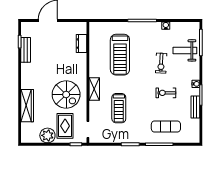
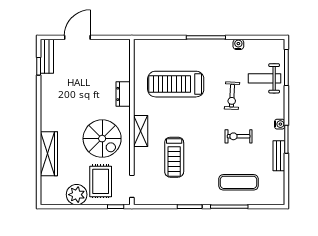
dresser: (81, 44) -> (123, 94), moved
bench: (26, 50) -> (47, 56), moved
treadmill: (120, 55) -> (176, 84), turned 90

